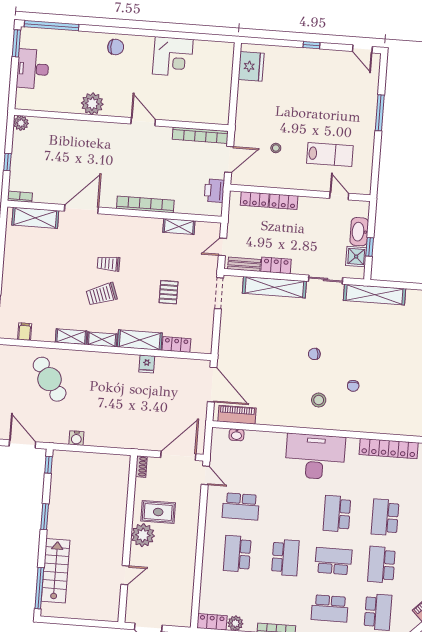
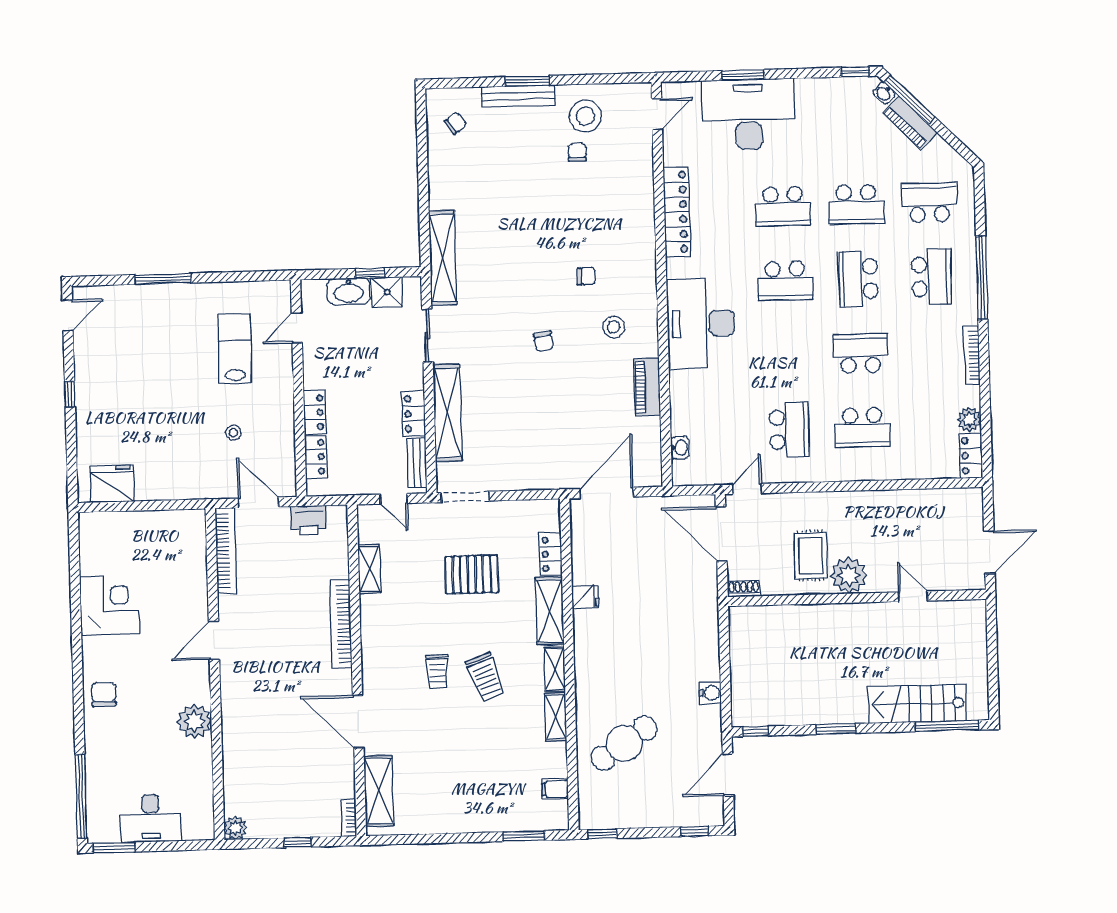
pallet: (169, 292) -> (472, 574), width x1.50, depth x1.42
piano: (237, 415) -> (647, 387), moved

